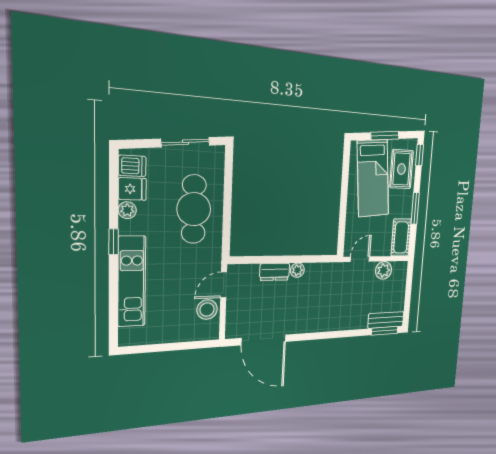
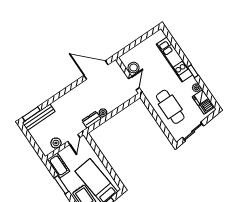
dresser: (275, 272) -> (91, 120), moved
bench: (386, 320) -> (39, 117), width x1.36

